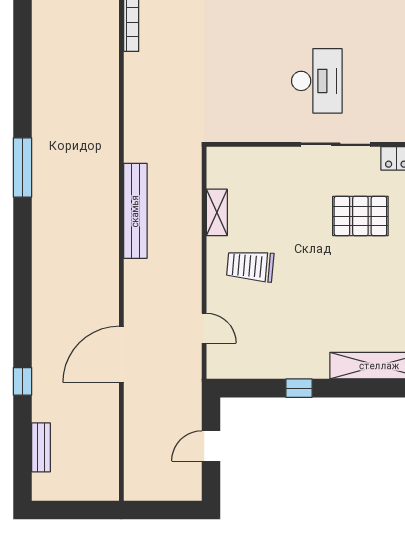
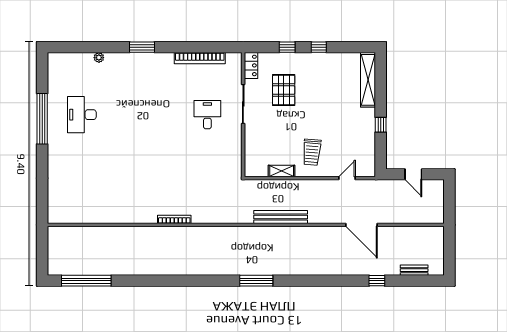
desk: (317, 81) -> (207, 115), width x0.73

